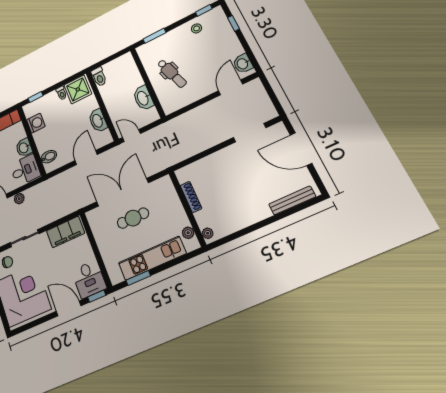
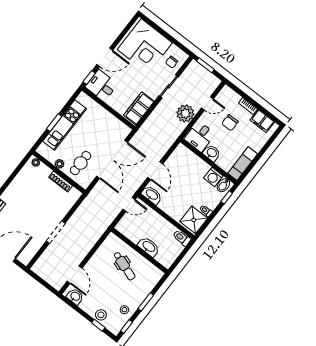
stool: (225, 33) -> (101, 315), added
window: (154, 36) -> (146, 302), moved
dental chair: (172, 73) -> (124, 266), turned -143
washbasin: (143, 98) -> (149, 247), moved
washbasin: (98, 121) -> (152, 195), moved
doorway: (250, 133) -> (56, 232), moved
bidet: (49, 157) -> (223, 185), moved
plant: (19, 199) -> (185, 113), width x1.88, depth x1.88
cafe table: (133, 218) -> (81, 163), moved
plant: (188, 233) -> (60, 164), moved
window: (138, 278) -> (54, 123), moved

